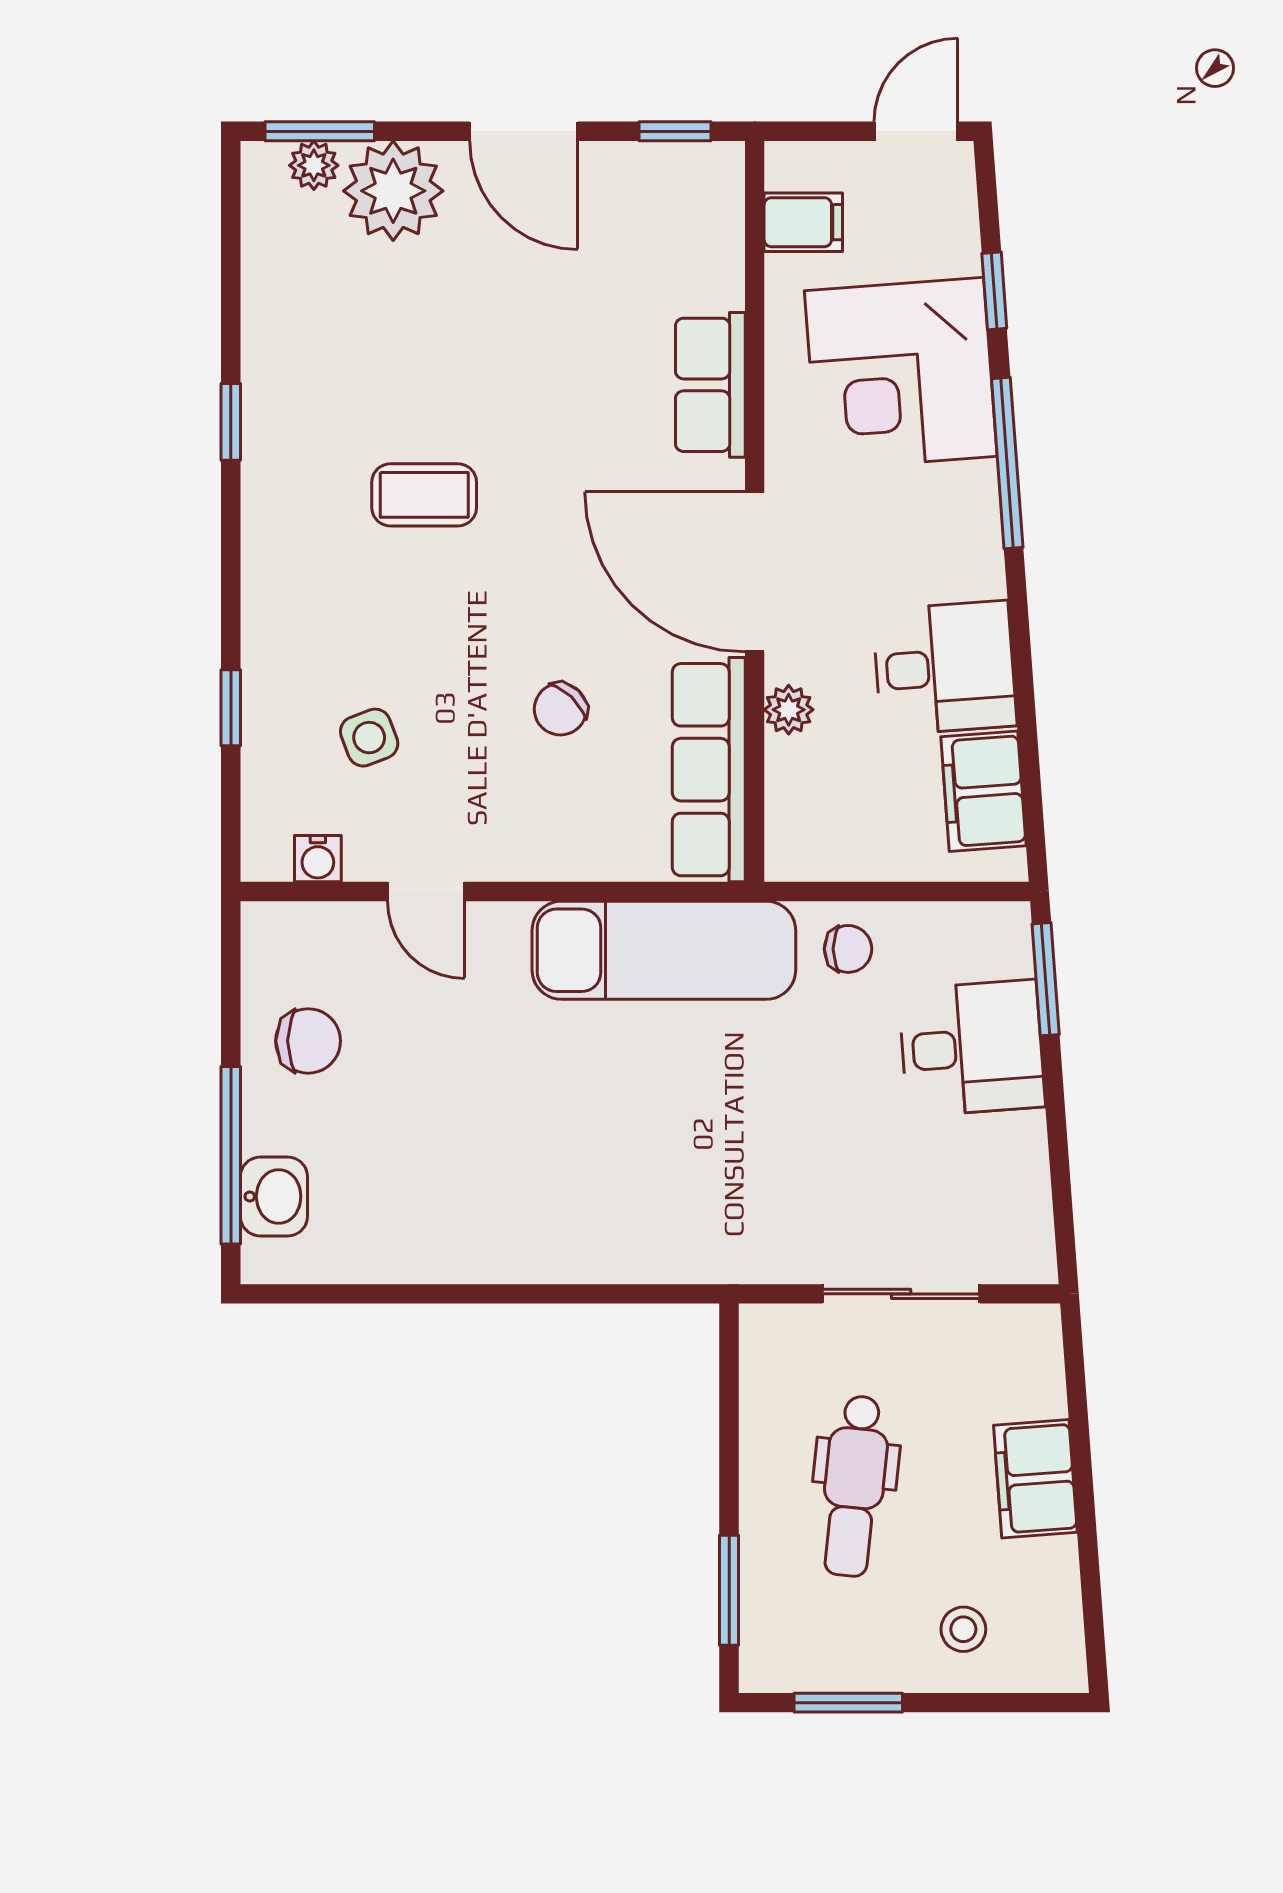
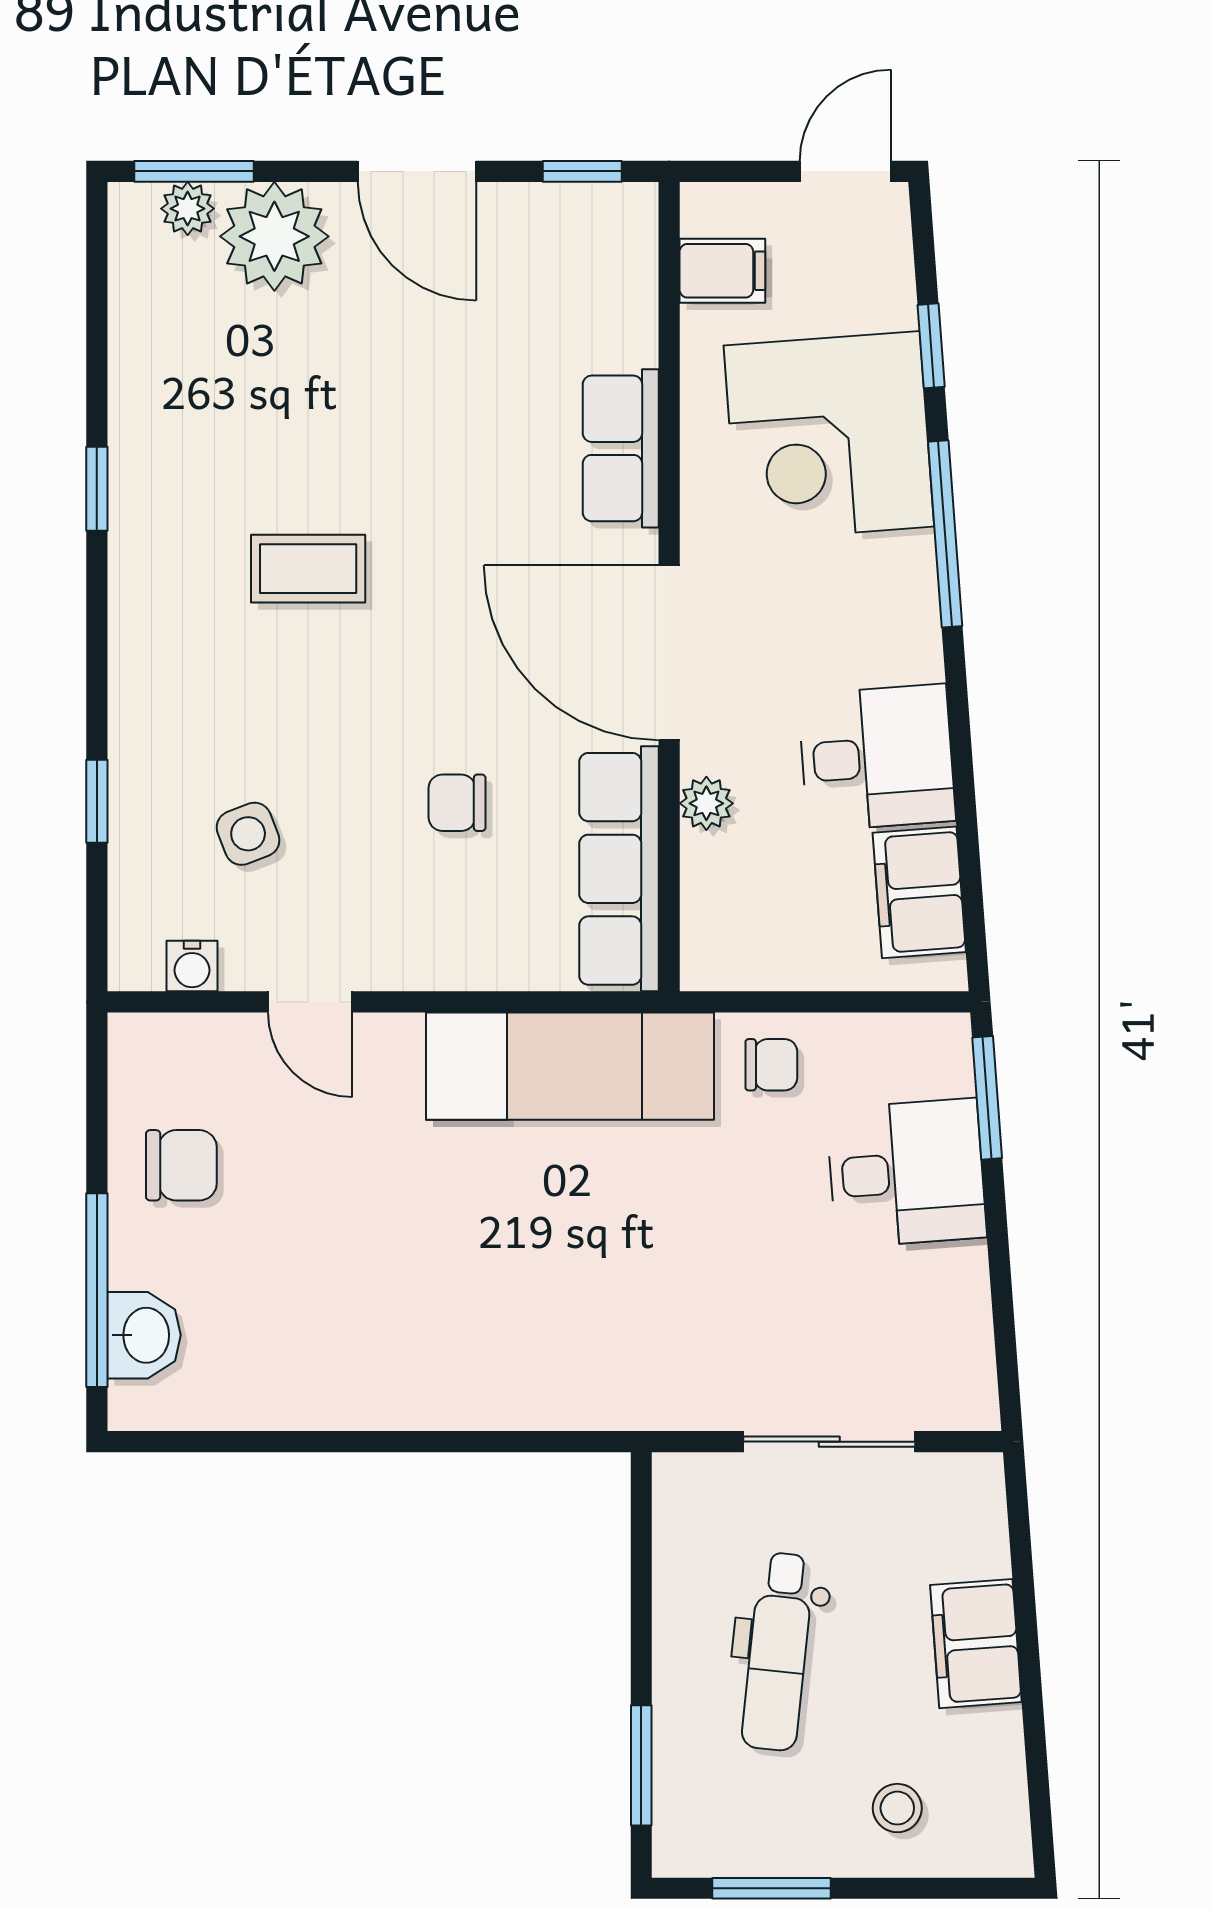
chair: (560, 709) -> (457, 803), turned 46

